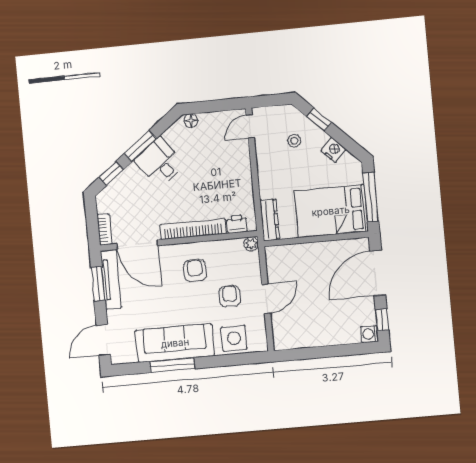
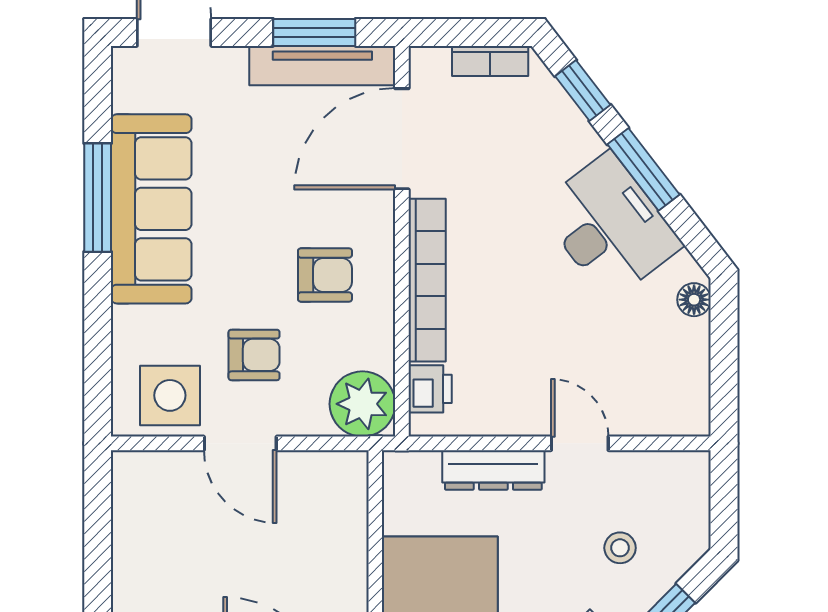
door: (250, 126) -> (580, 443), moved
desk: (160, 162) -> (609, 226), width x1.37
dresser: (270, 220) -> (493, 470), moved
bookcase: (104, 230) -> (490, 61), moved
plant: (251, 244) -> (362, 404), width x1.88, depth x1.88
side table: (234, 338) -> (170, 395), moved

